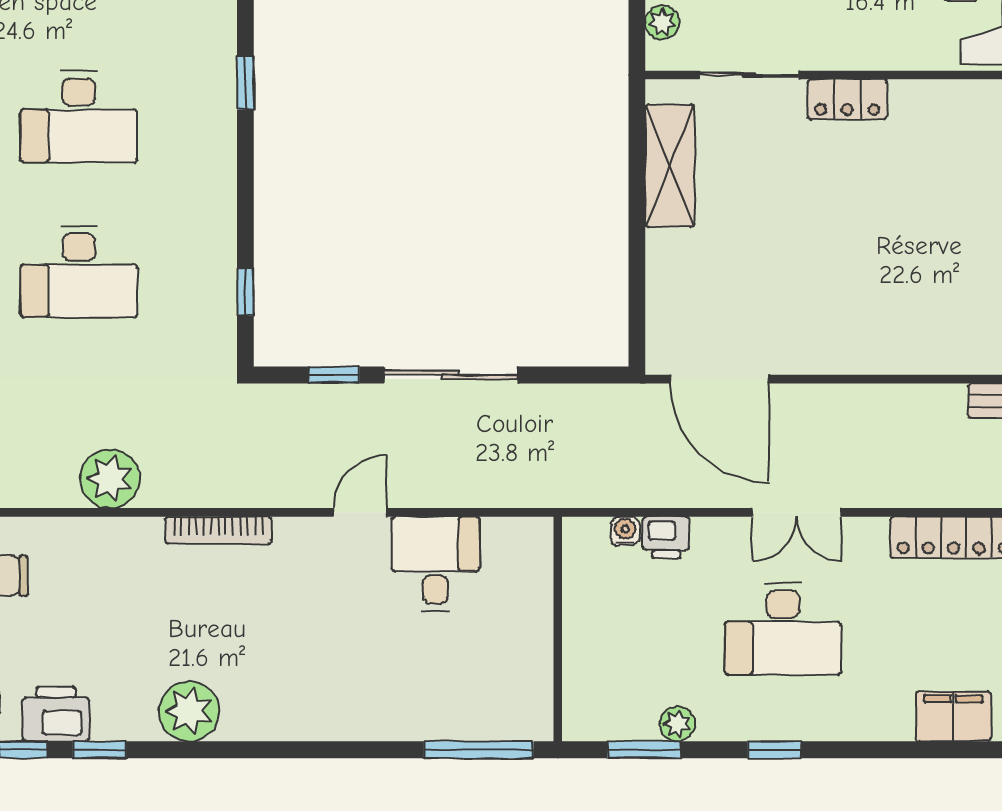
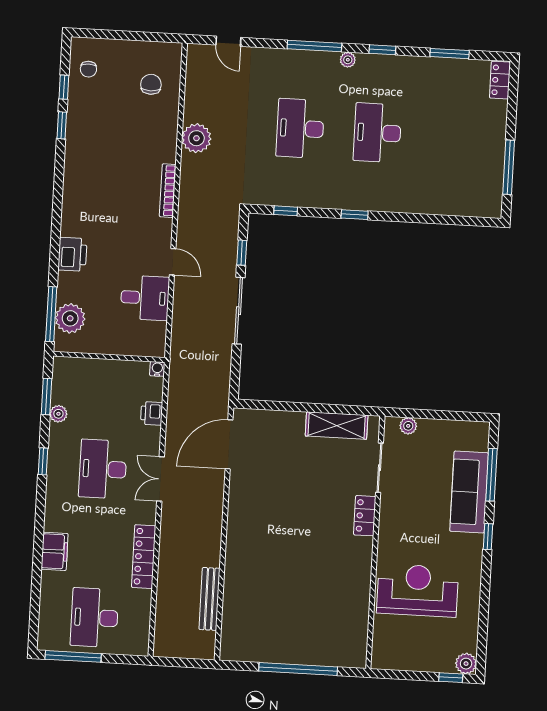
window: (245, 83) -> (355, 215), moved
water cooler: (625, 531) -> (157, 369), moved, turned -90
plant: (189, 711) -> (70, 318), moved
printer: (56, 714) -> (72, 254), moved

